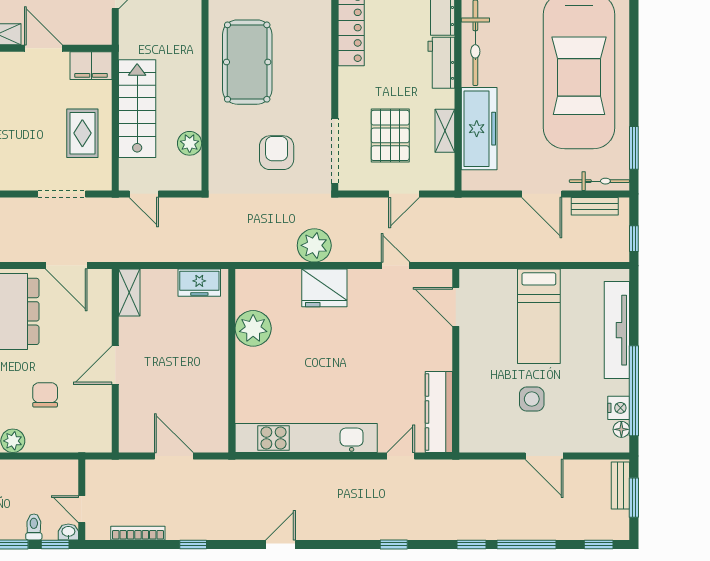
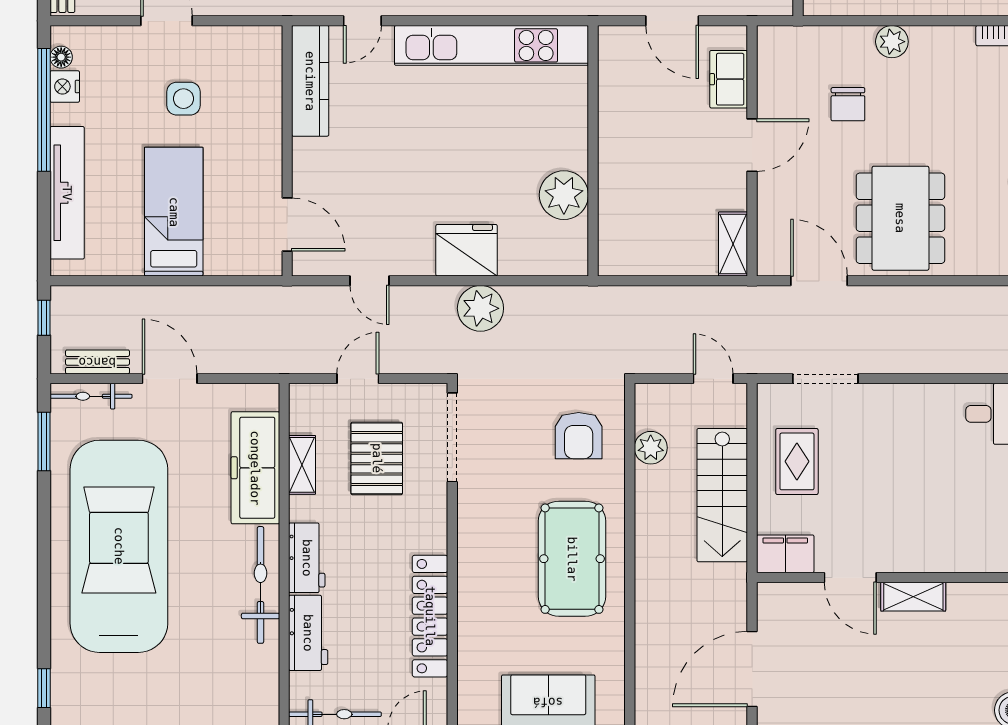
armchair: (277, 153) -> (579, 436), moved
freezer: (199, 283) -> (729, 79), moved, turned -90

